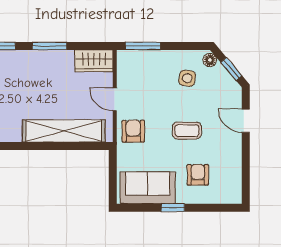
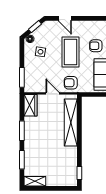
door: (115, 99) -> (53, 93), swing flipped
door: (246, 121) -> (65, 18), hinge flipped
coffee table: (187, 131) -> (70, 52), width x1.86, depth x1.72

